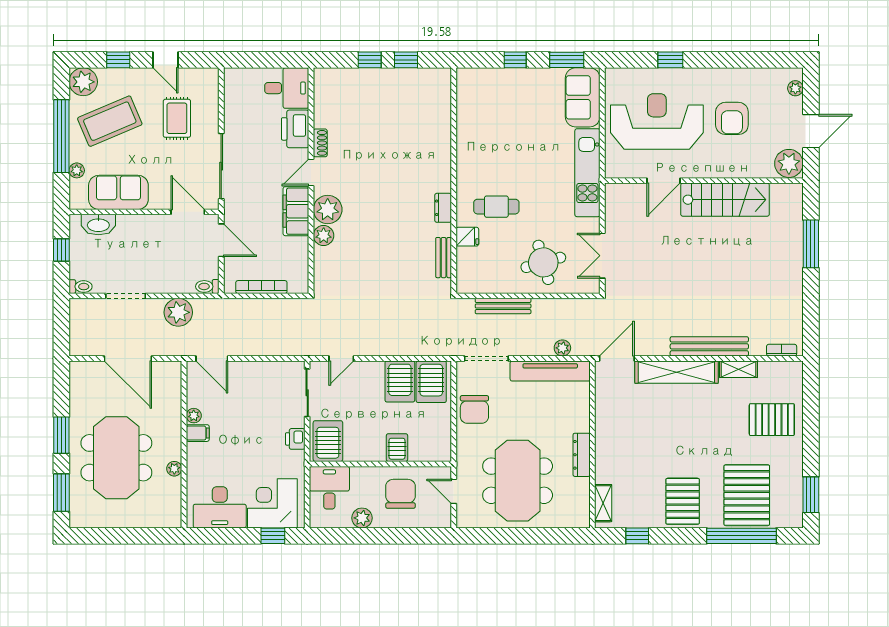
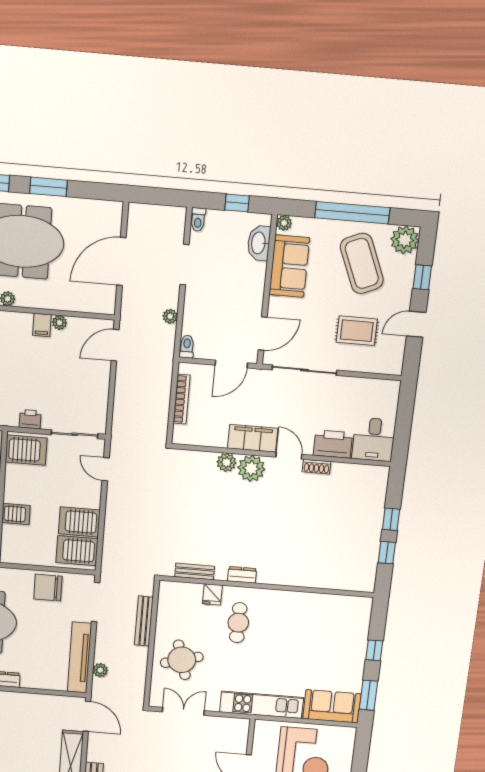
plant: (77, 170) -> (284, 223), moved
plant: (178, 312) -> (170, 316), width x0.53, depth x0.53

